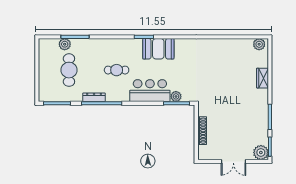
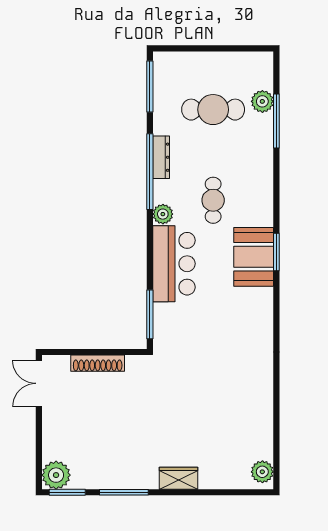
booth: (158, 49) -> (254, 257), moved
wardrobe: (263, 78) -> (178, 478), moved
plant: (176, 96) -> (163, 214), moved
double door: (233, 161) -> (39, 383), moved

